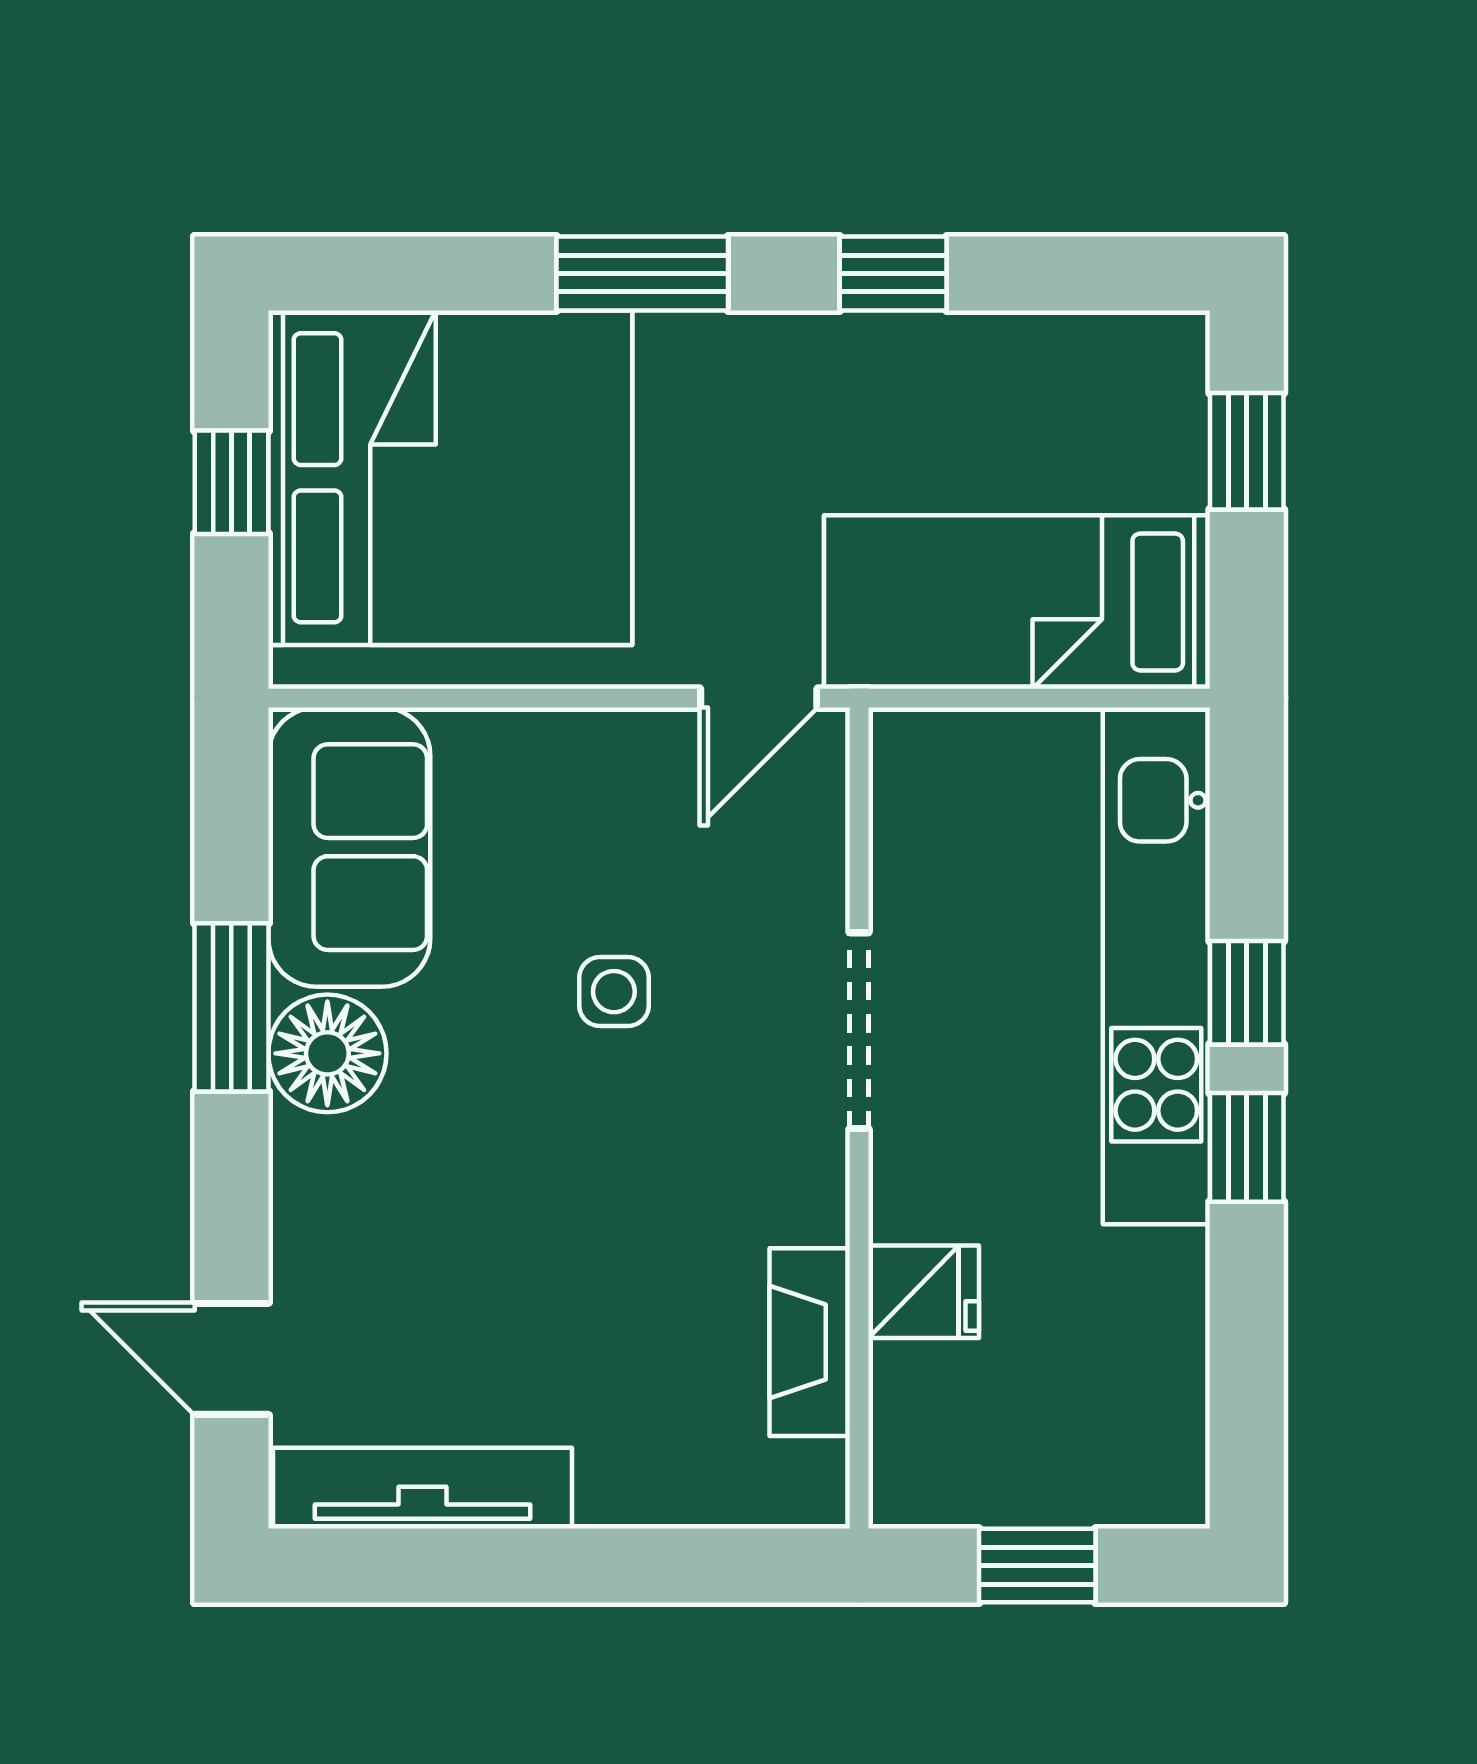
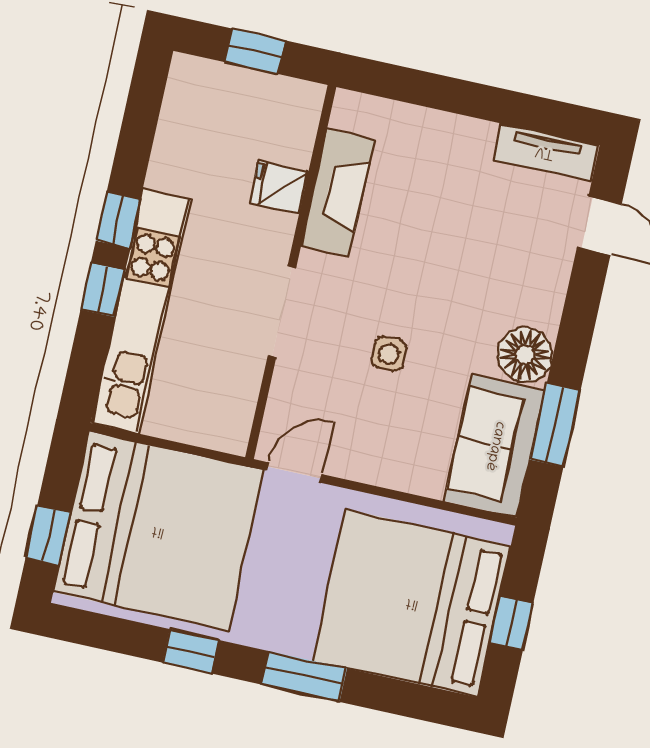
bed: (1017, 602) -> (158, 531), width x2.04
window: (231, 1007) -> (555, 425), moved
fireplace: (810, 1342) -> (338, 192), width x1.37, depth x1.32
tv unit: (422, 1488) -> (545, 152), width x0.71

